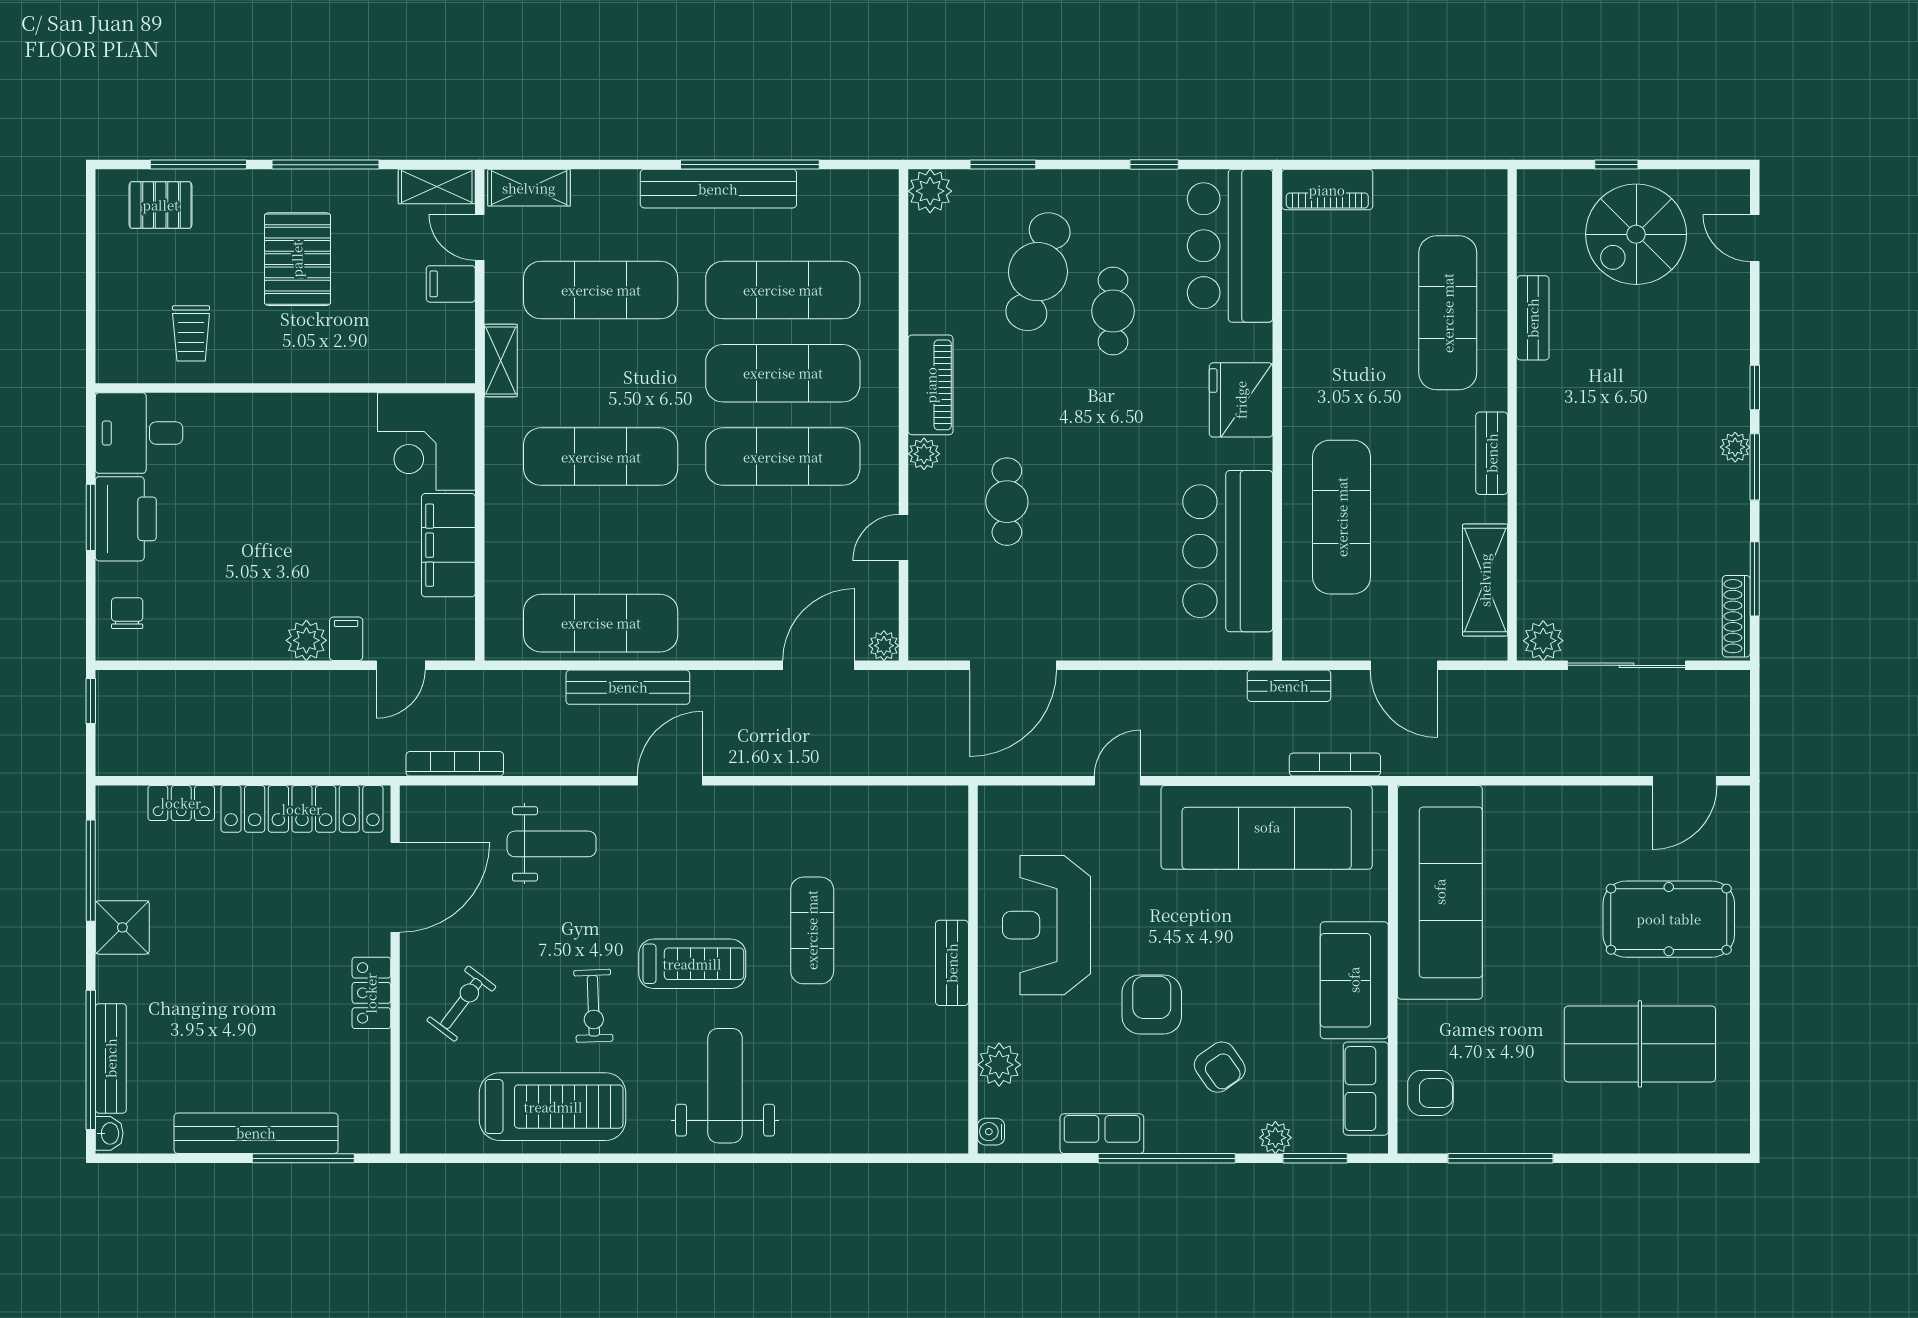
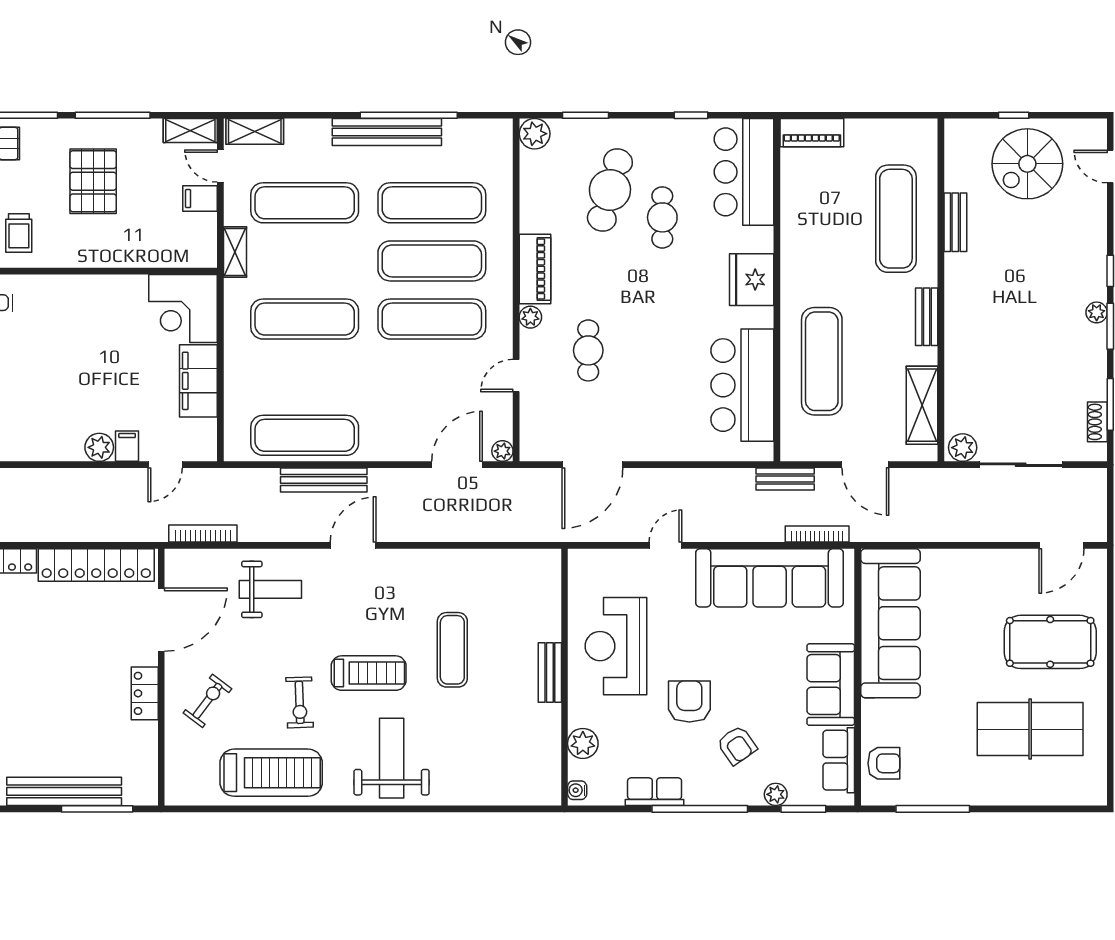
shoe rack: (1736, 616) -> (1097, 422), width x0.70

